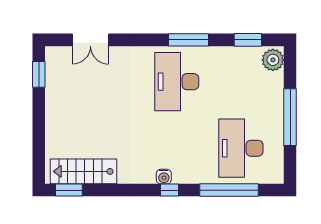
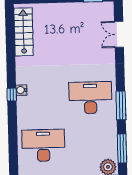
window: (248, 40) -> (122, 148), width x1.44
window: (69, 190) -> (10, 22), removed
window: (229, 190) -> (13, 138), removed

